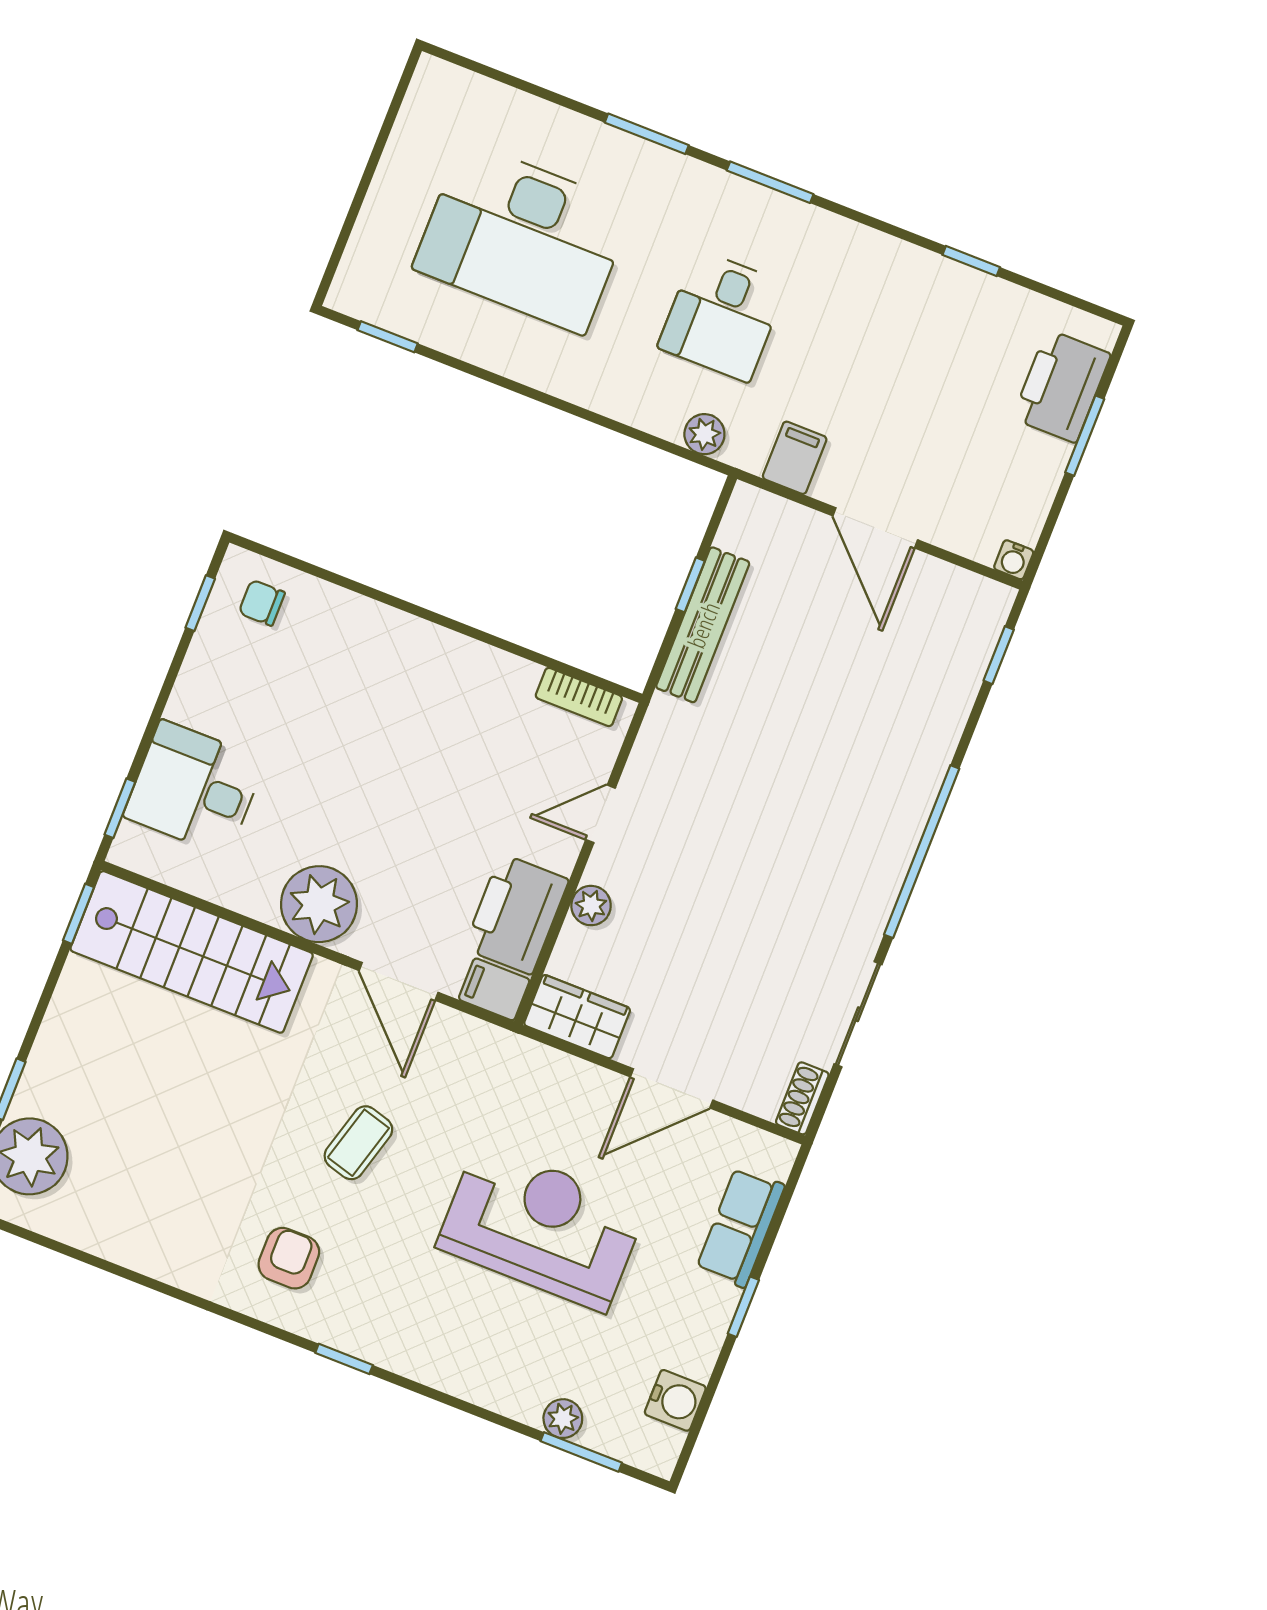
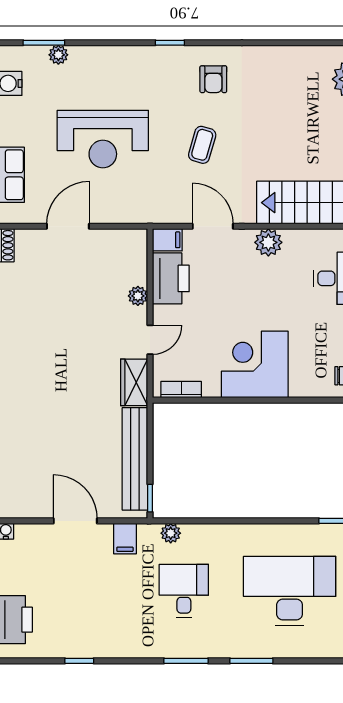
window: (690, 585) -> (150, 498), moved
bench: (703, 625) -> (135, 459), width x1.37, depth x1.21
corner desk: (421, 690) -> (255, 364), added
plant: (319, 904) -> (268, 242), width x0.73, depth x0.73
wardrobe: (577, 1017) -> (134, 382), moved, turned 90

